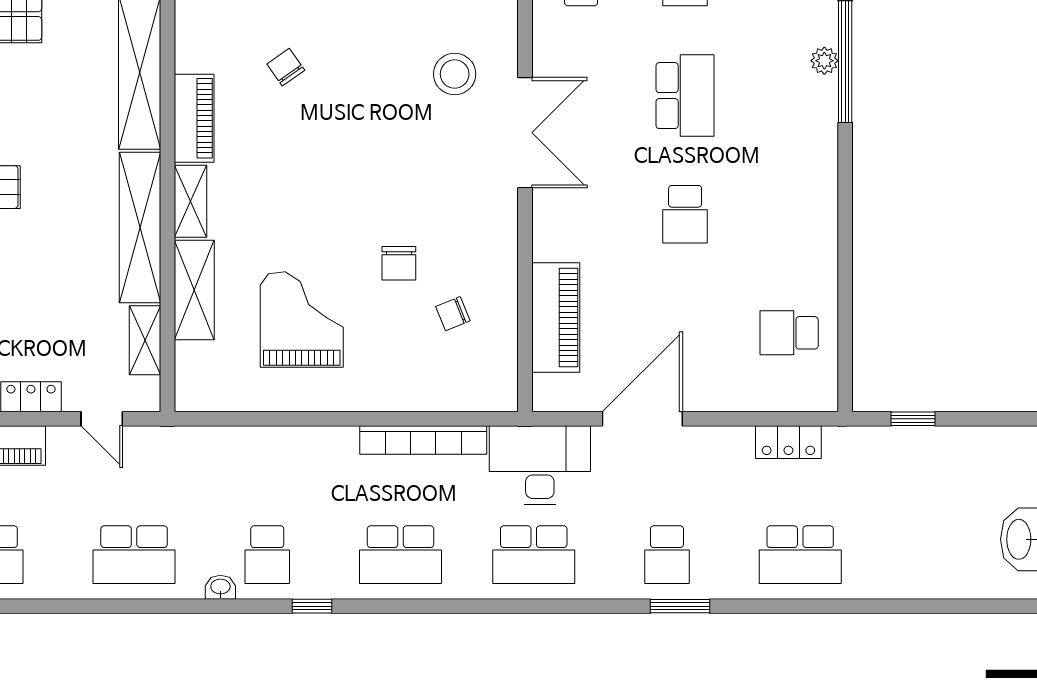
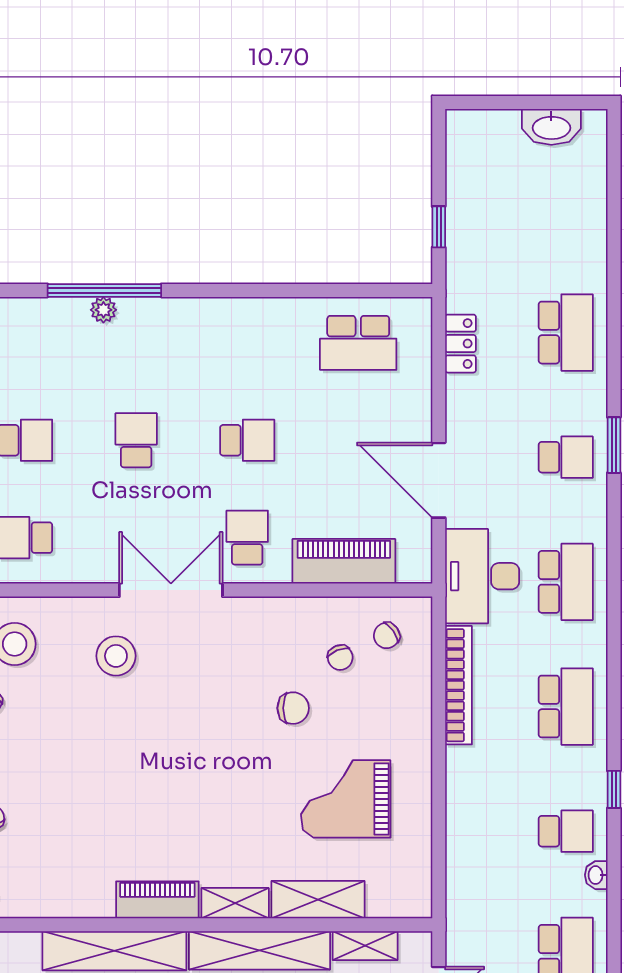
chair: (286, 67) -> (387, 635), moved
school desk: (685, 96) -> (136, 440), width x0.54
school desk: (581, 214) -> (247, 538), added
school desk: (789, 333) -> (358, 343), width x1.85

